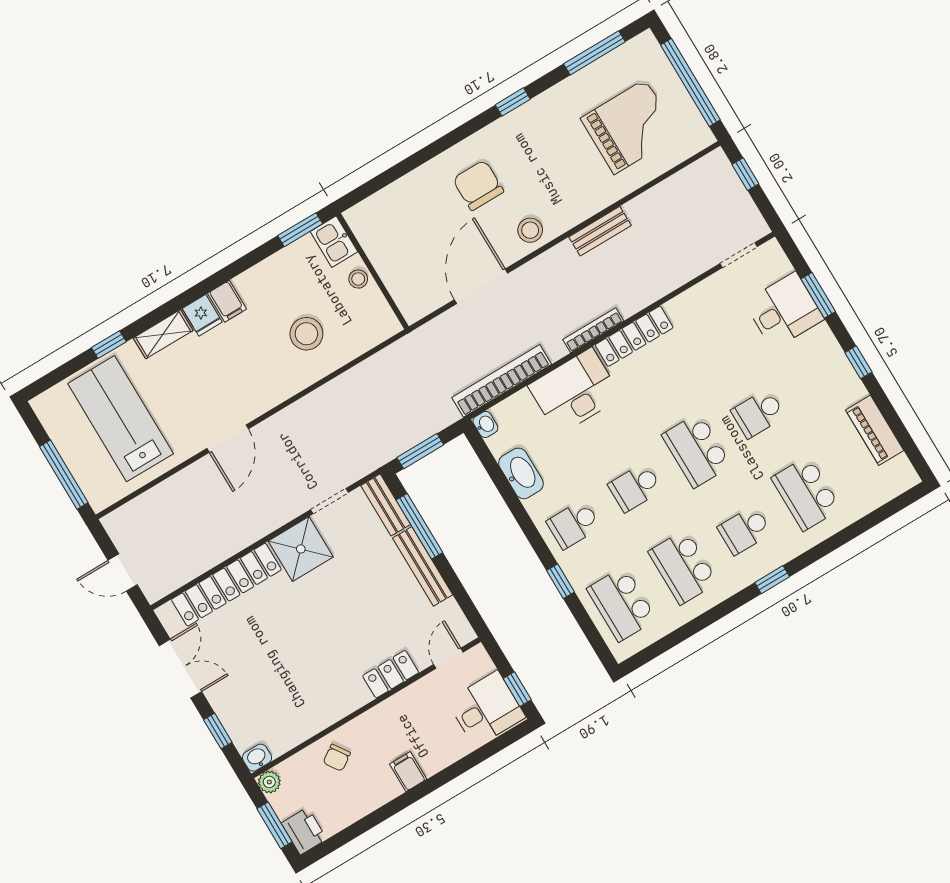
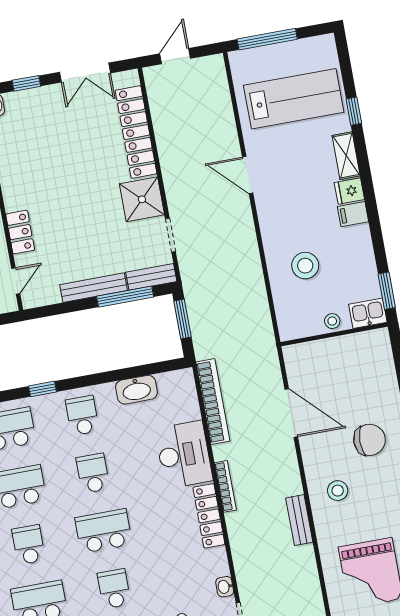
stool: (530, 230) -> (338, 491), moved
washbasin: (485, 424) -> (225, 587), moved, turned 90
door: (448, 658) -> (16, 281), hinge flipped

